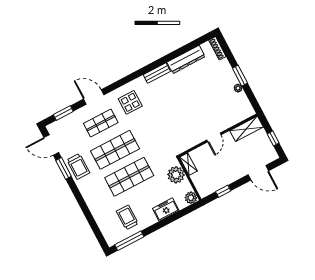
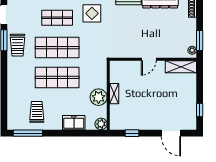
shelving: (247, 129) -> (181, 67), moved
wall: (218, 135) -> (153, 59), moved
door: (214, 137) -> (149, 59), moved

